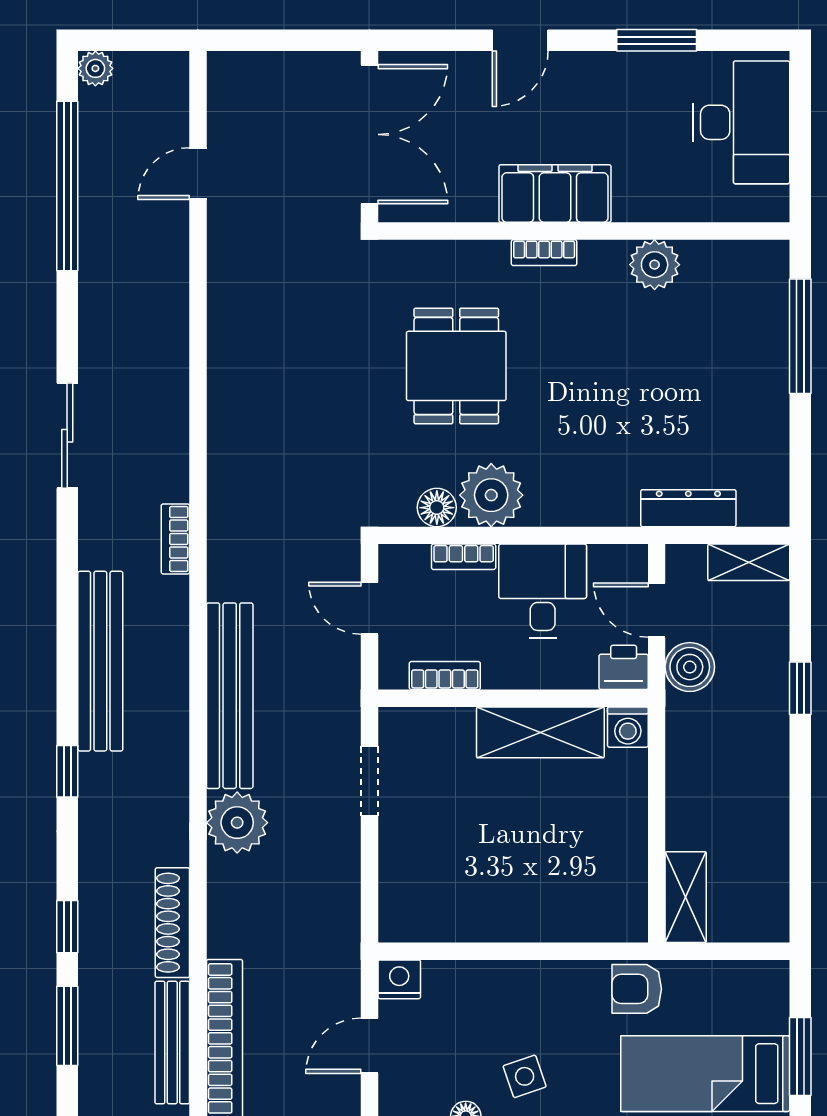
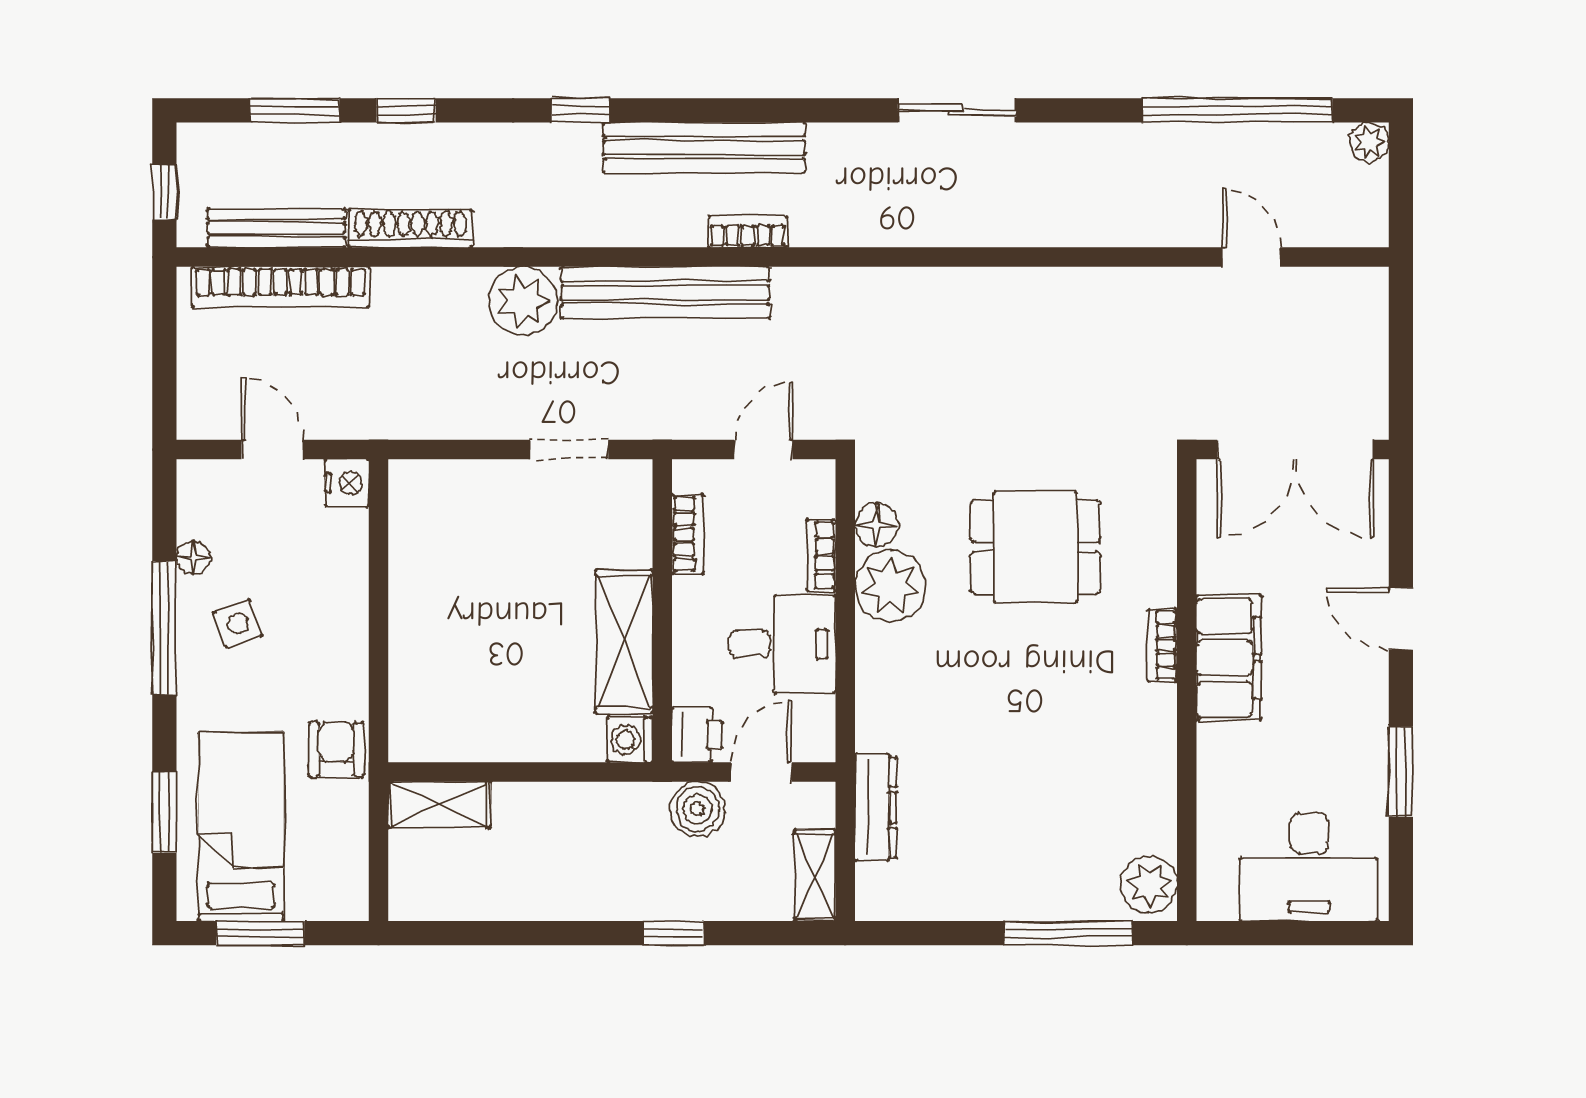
plant: (655, 265) -> (1149, 885), moved
bookcase: (175, 539) -> (748, 232), moved

